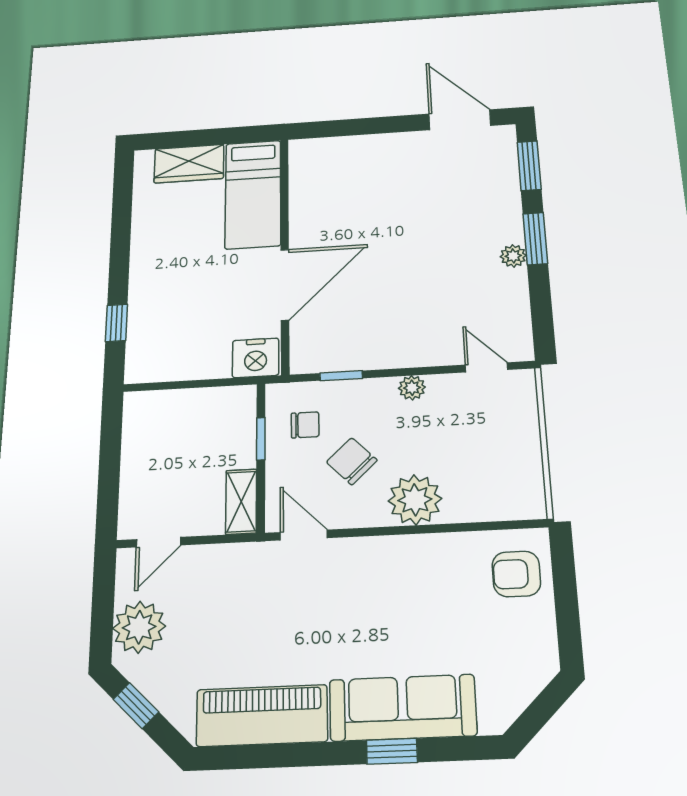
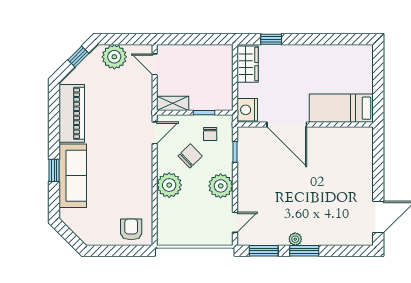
wardrobe: (189, 164) -> (248, 64), moved, turned 180
window: (529, 166) -> (264, 251), moved
plant: (412, 388) -> (221, 186), width x1.87, depth x1.87

